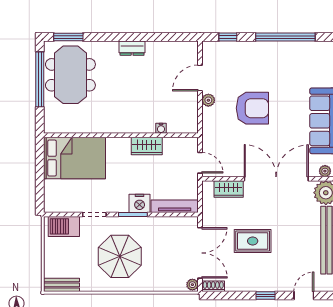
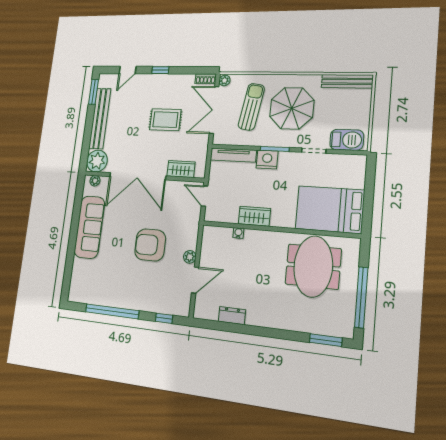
dresser: (132, 48) -> (232, 316), moved
meeting table: (70, 75) -> (313, 266), moved
sun lounger: (161, 257) -> (251, 107), added
bench: (62, 285) -> (347, 81), width x1.36

